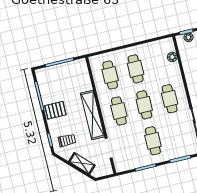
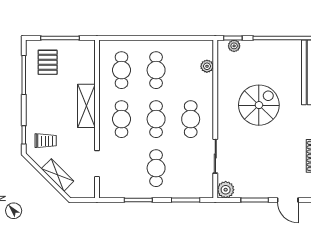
pallet: (55, 110) -> (48, 62), moved, turned 90
shelving: (93, 115) -> (86, 106), width x0.68

